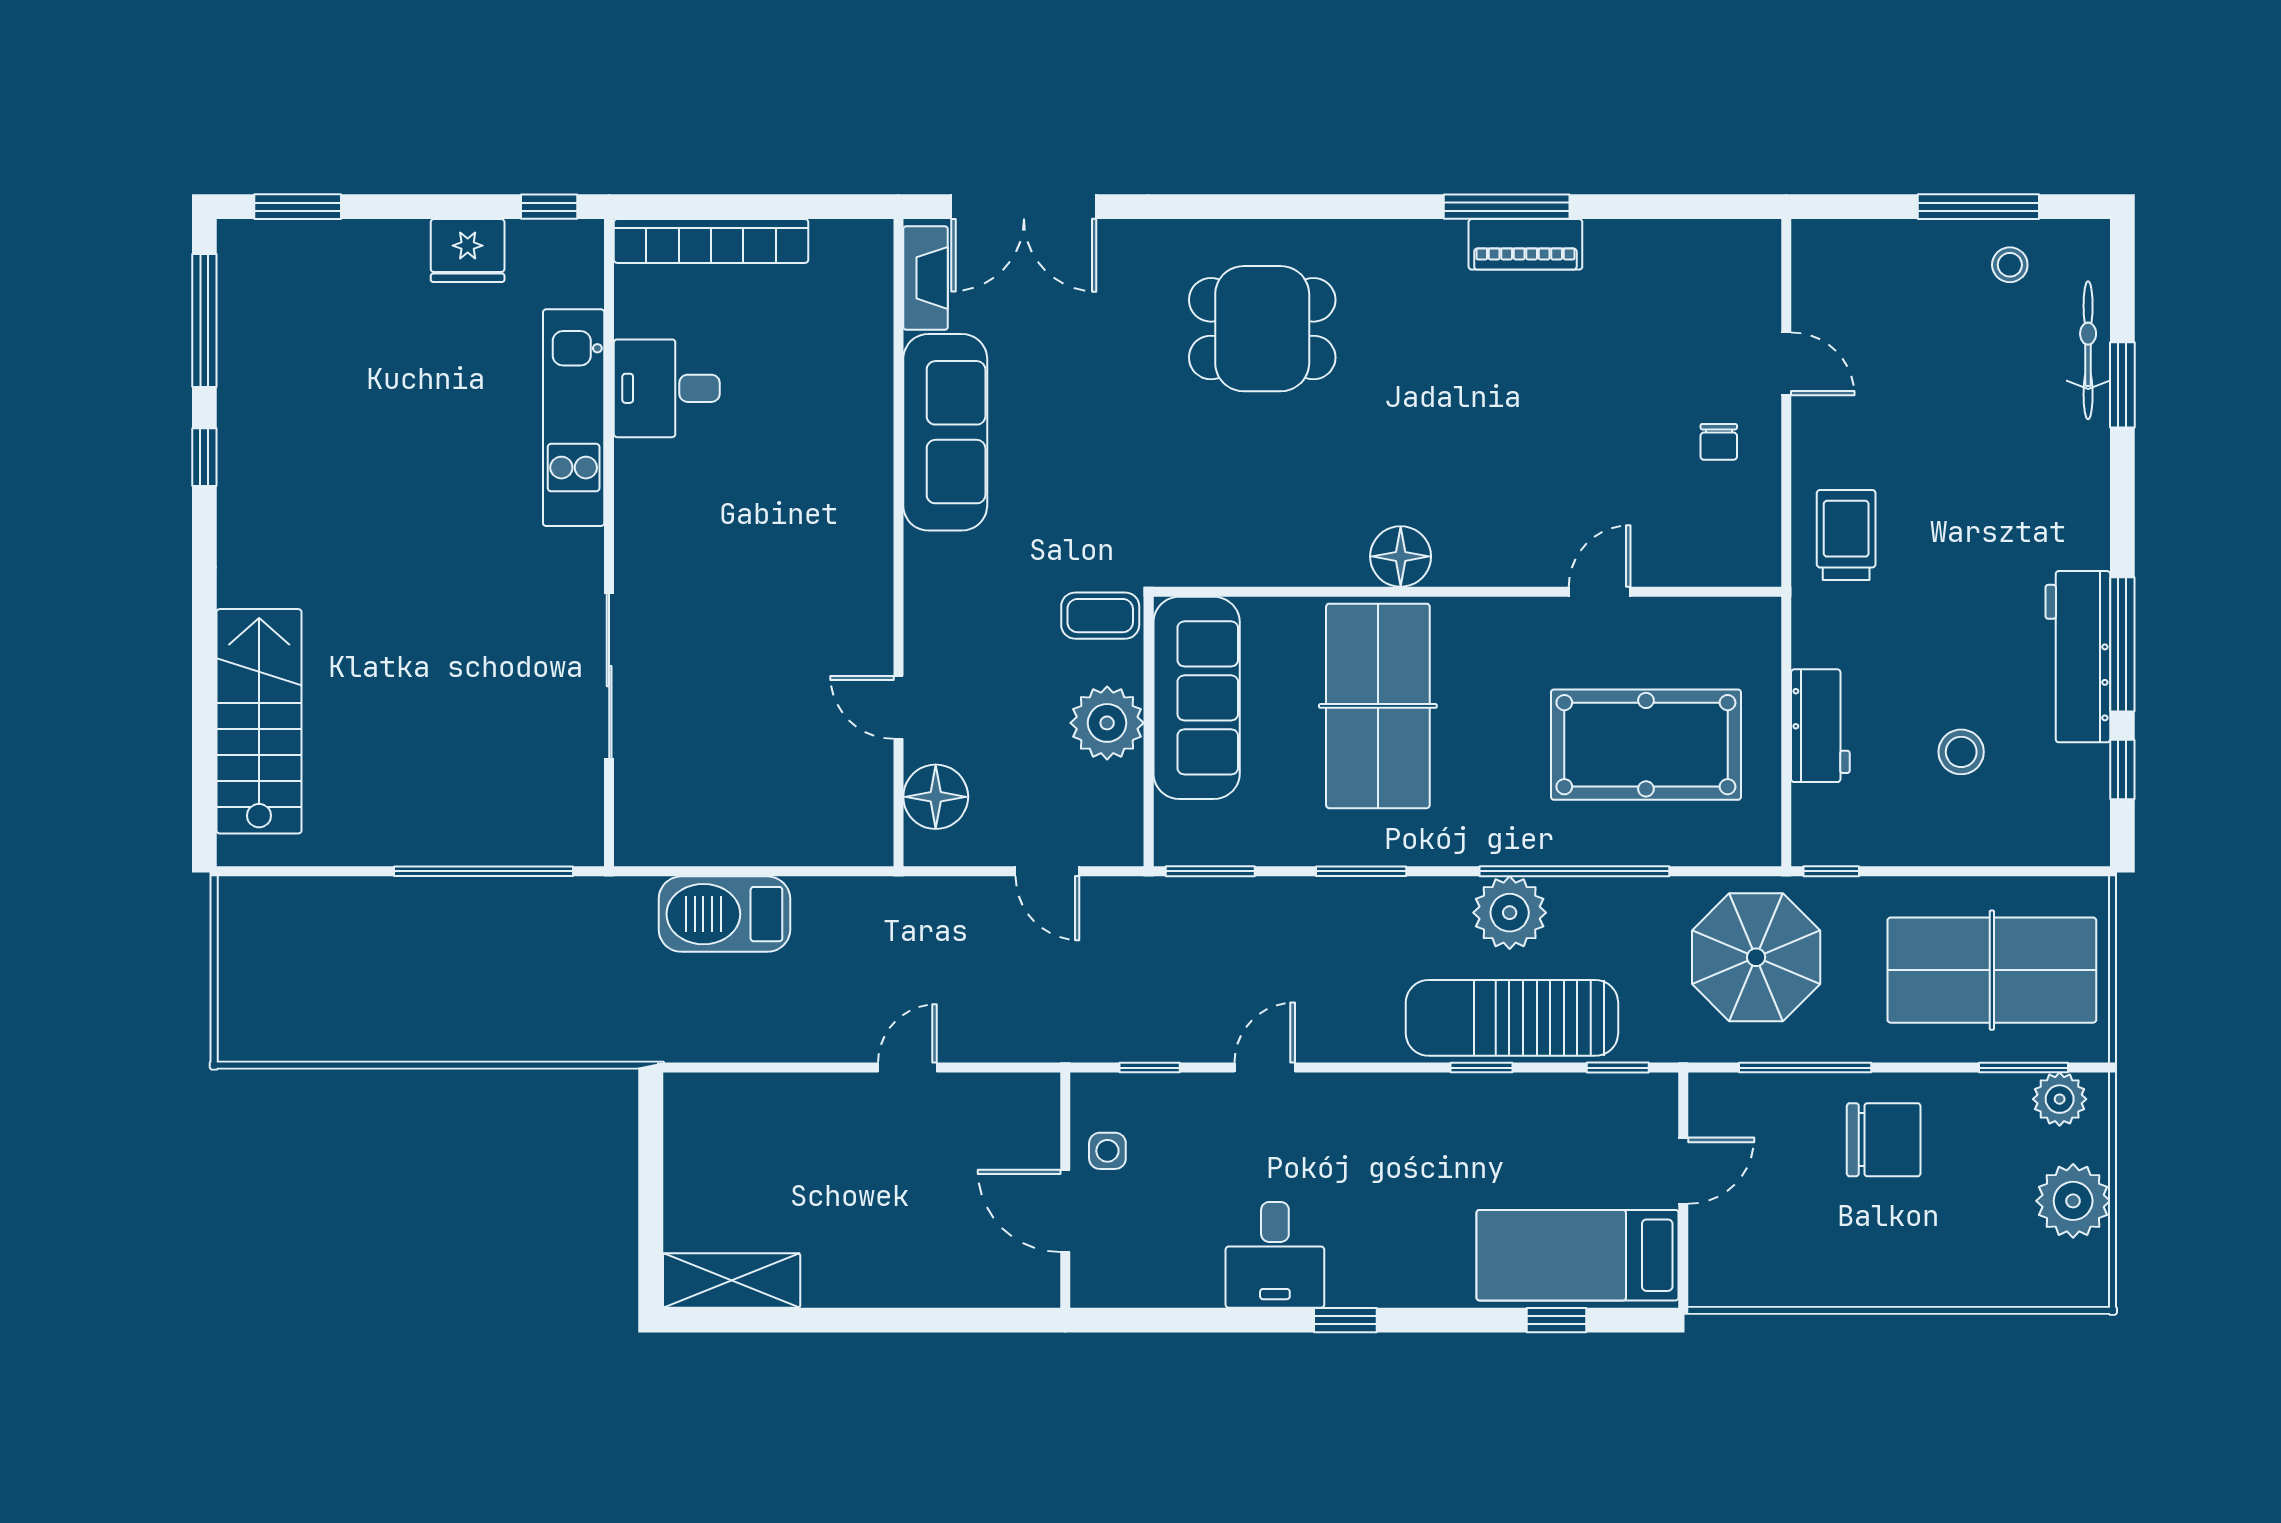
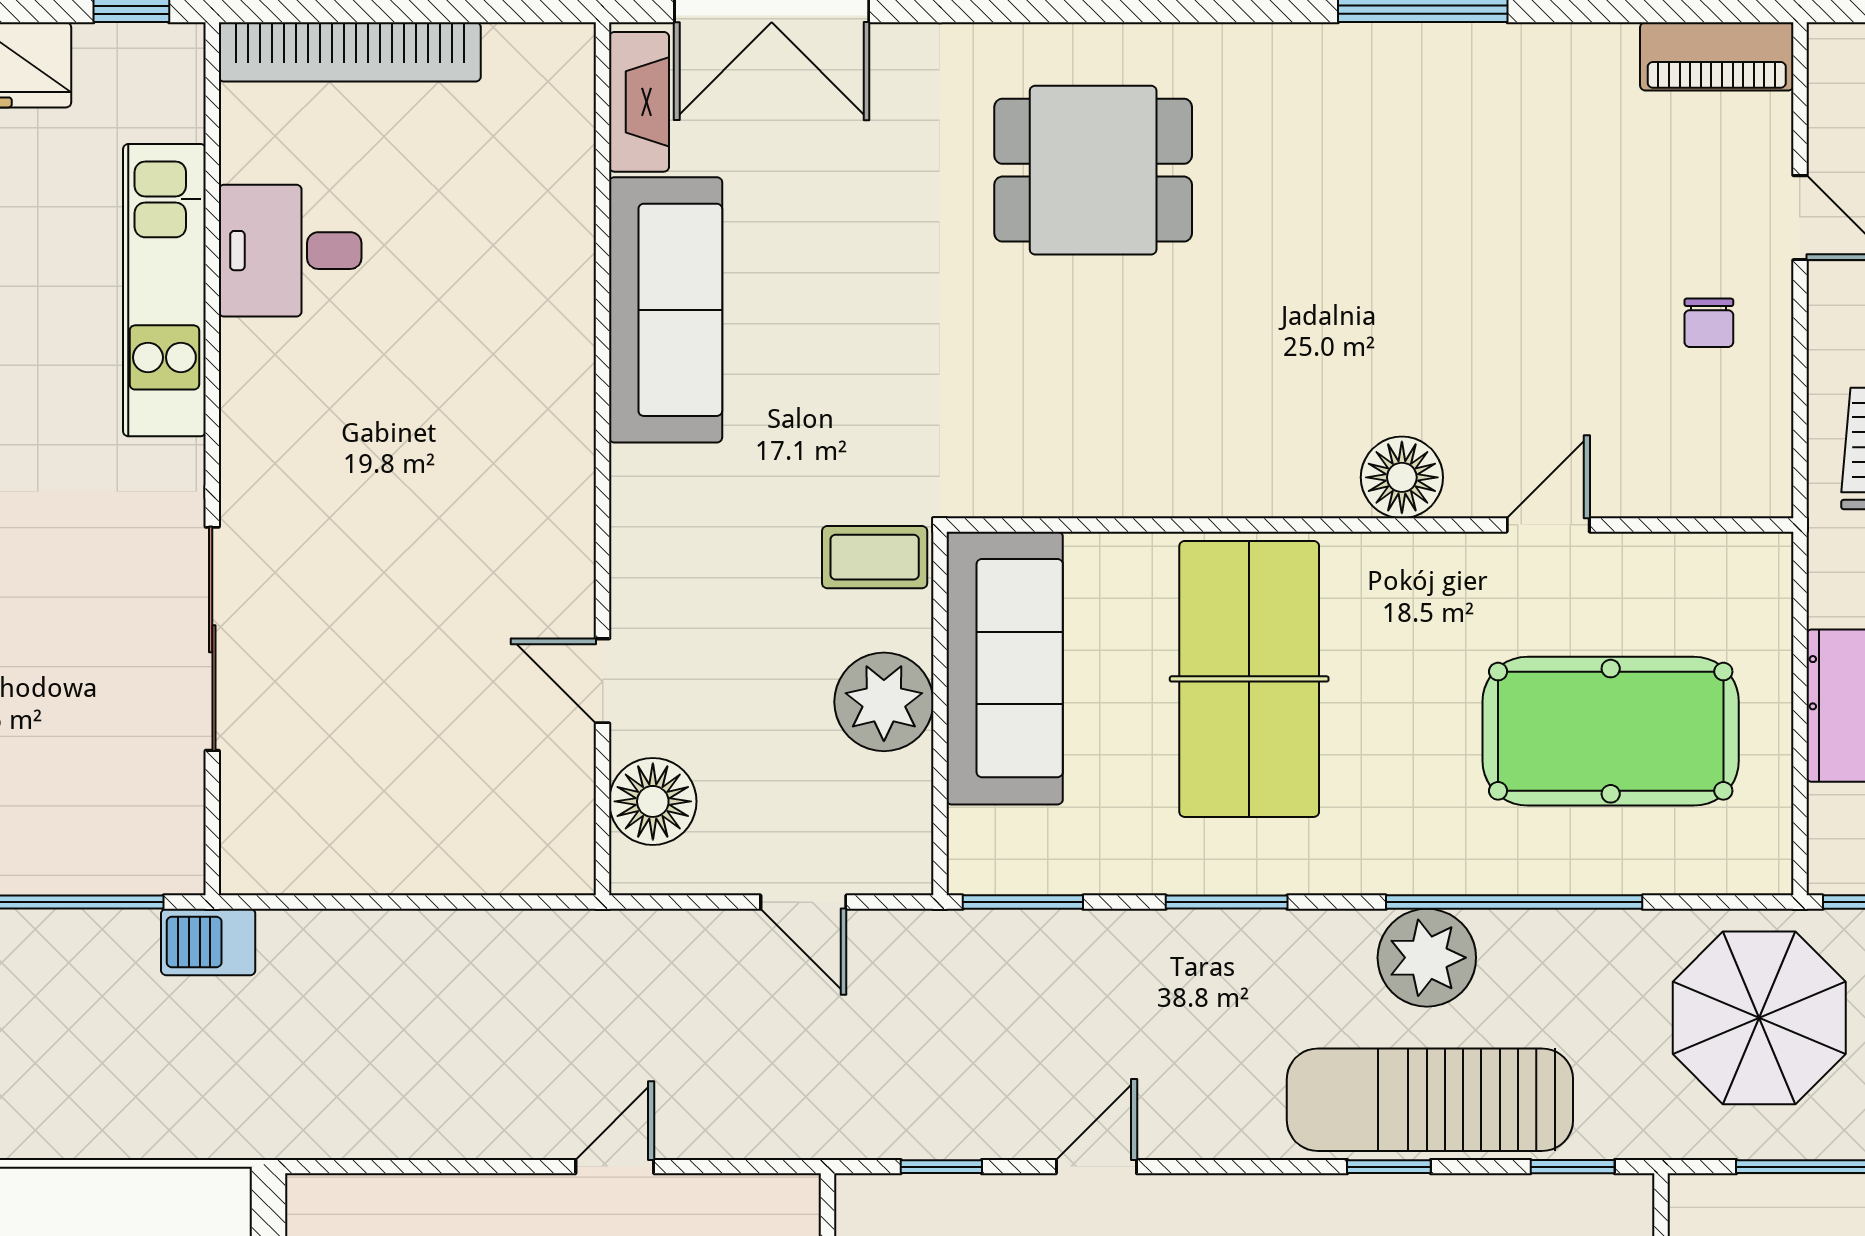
piano: (1525, 244) -> (1717, 56), moved
floor lamp: (1401, 556) -> (1402, 477), moved
barbecue: (724, 914) -> (208, 942), moved, width x0.53, depth x0.65

